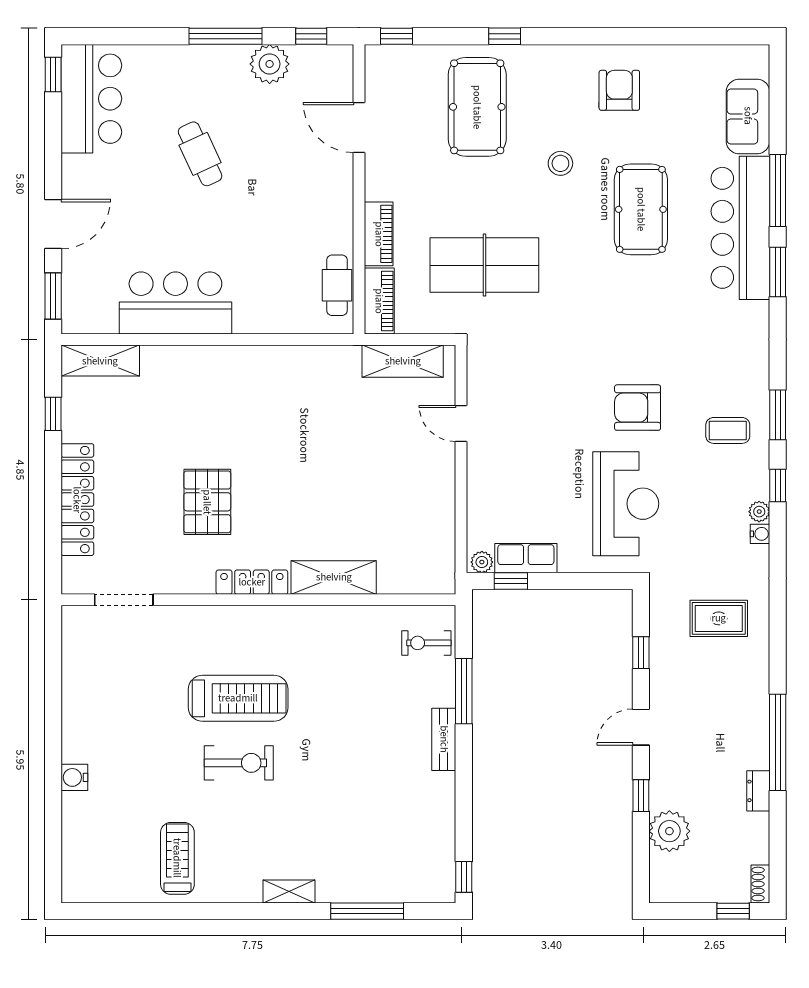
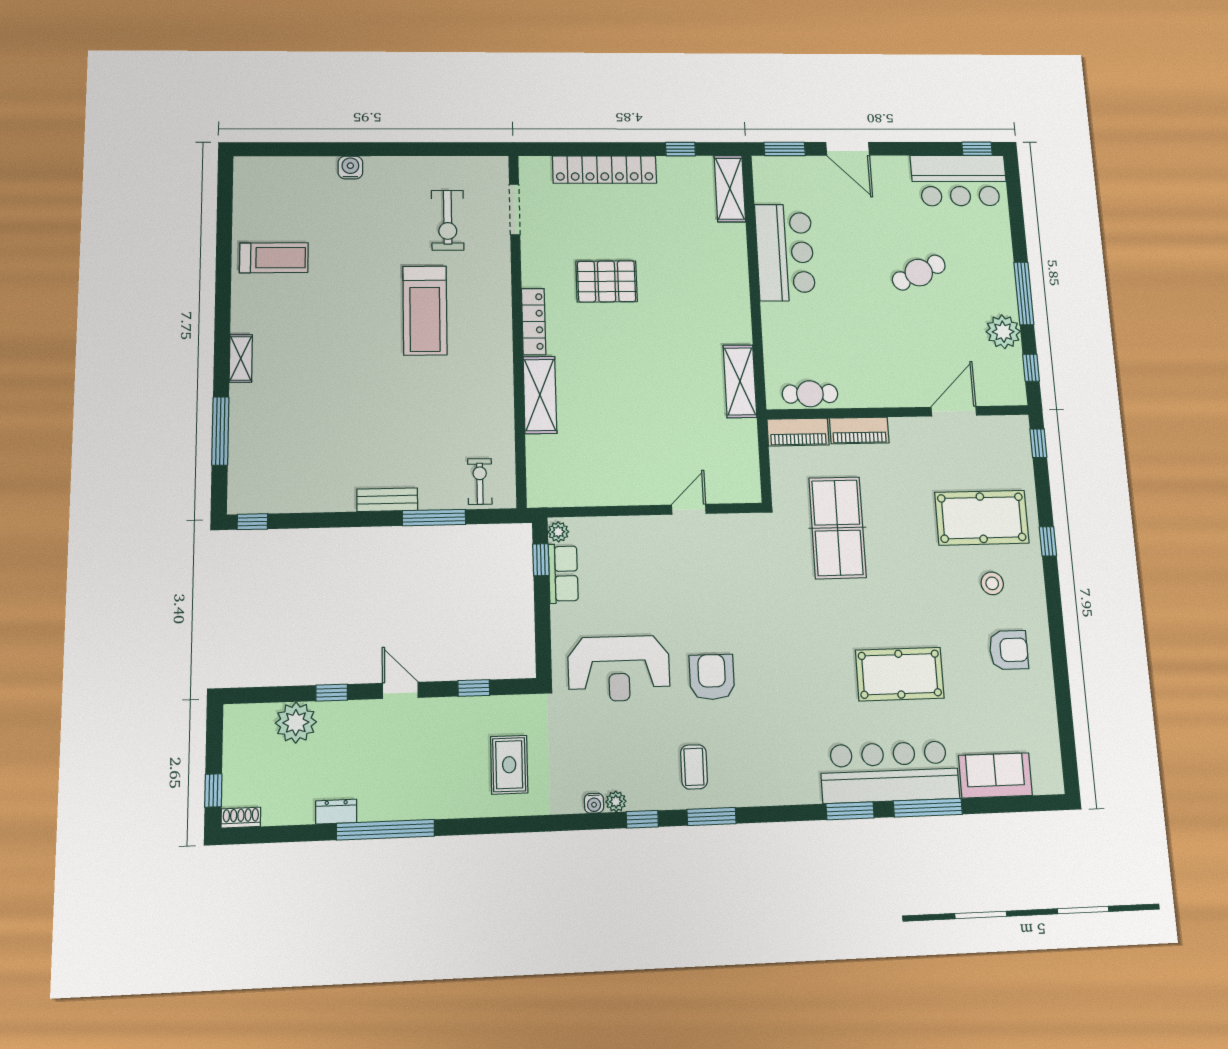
stool: (560, 163) -> (992, 583), moved
shelving: (403, 361) -> (740, 381), moved
exercise bike: (239, 763) -> (448, 220), moved

